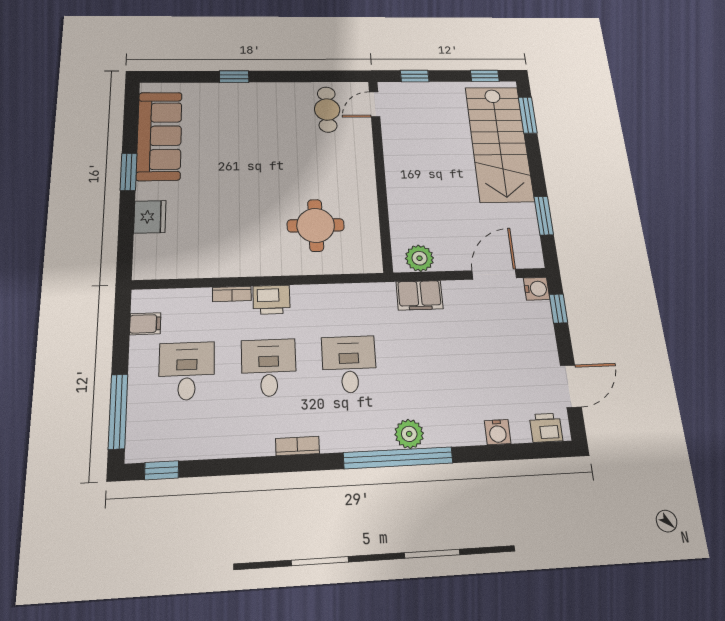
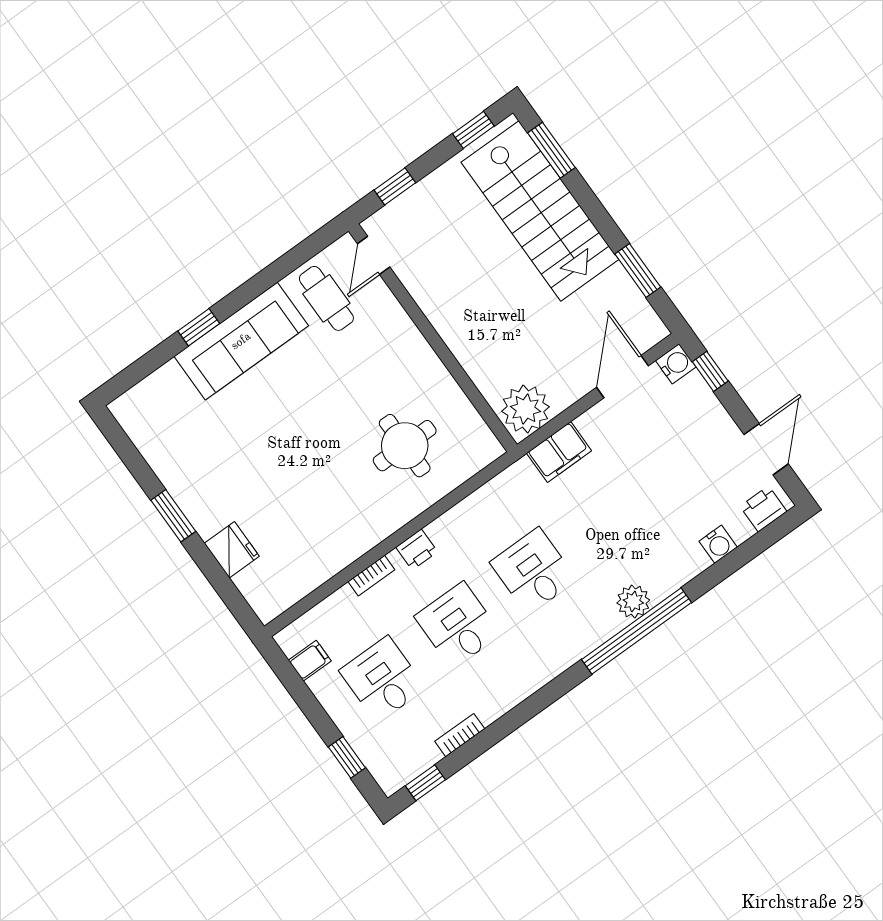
sofa: (159, 136) -> (241, 341), moved, turned 90
plant: (420, 258) -> (525, 409), width x1.36, depth x1.36
printer: (271, 300) -> (417, 549), width x0.73, depth x0.81
window: (118, 411) -> (347, 757), width x0.46
bookcase: (297, 446) -> (460, 735), moved

